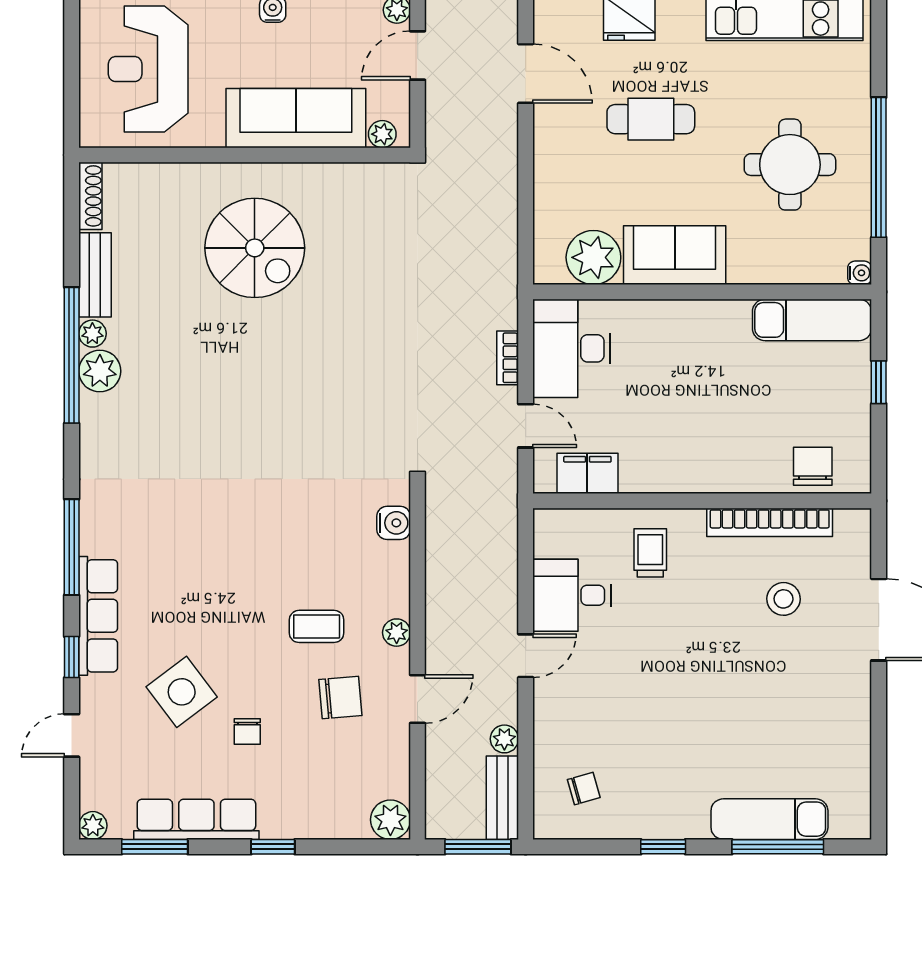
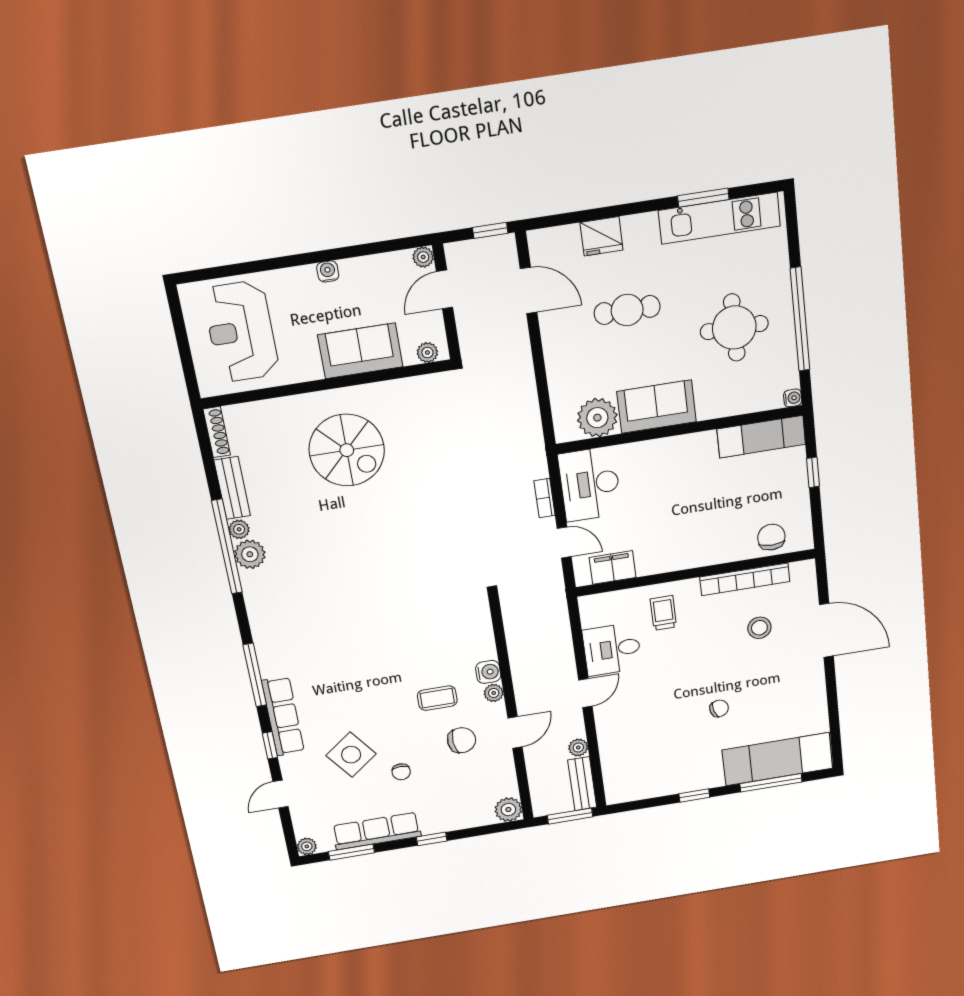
sofa: (296, 118) -> (360, 351), width x0.73
water cooler: (394, 523) -> (488, 672), moved
chair: (584, 789) -> (719, 708), moved
exam couch: (769, 819) -> (777, 759), width x1.36, depth x1.45

